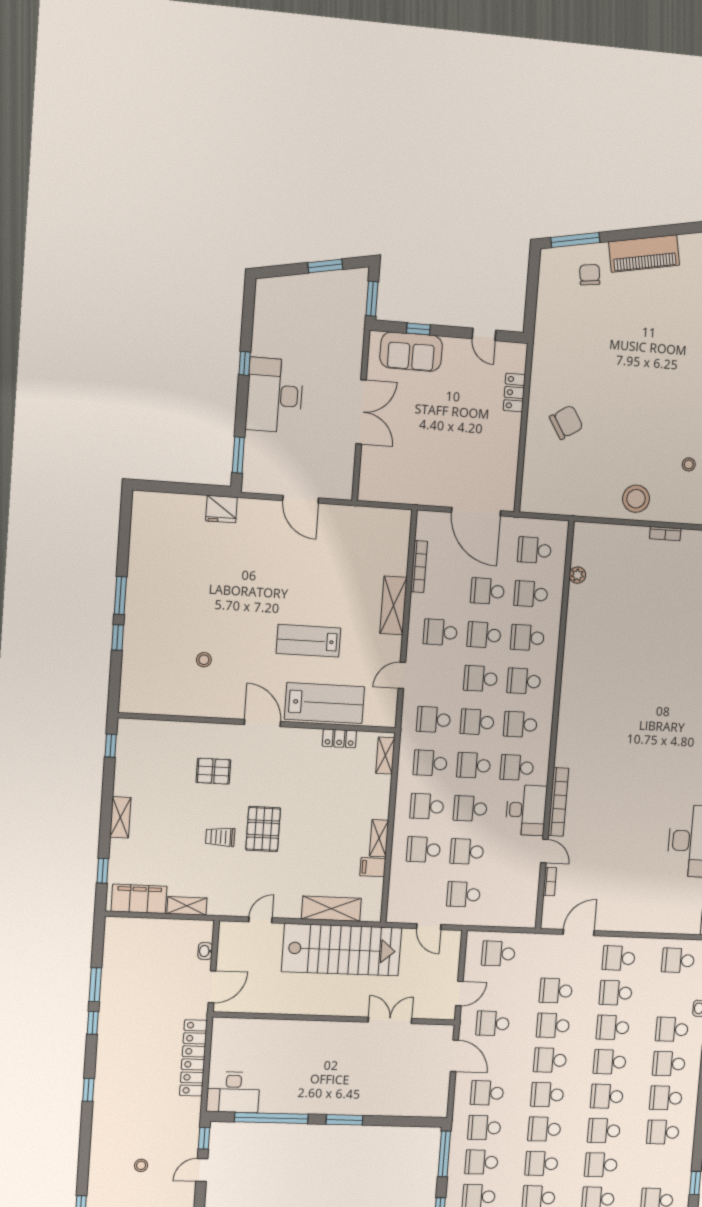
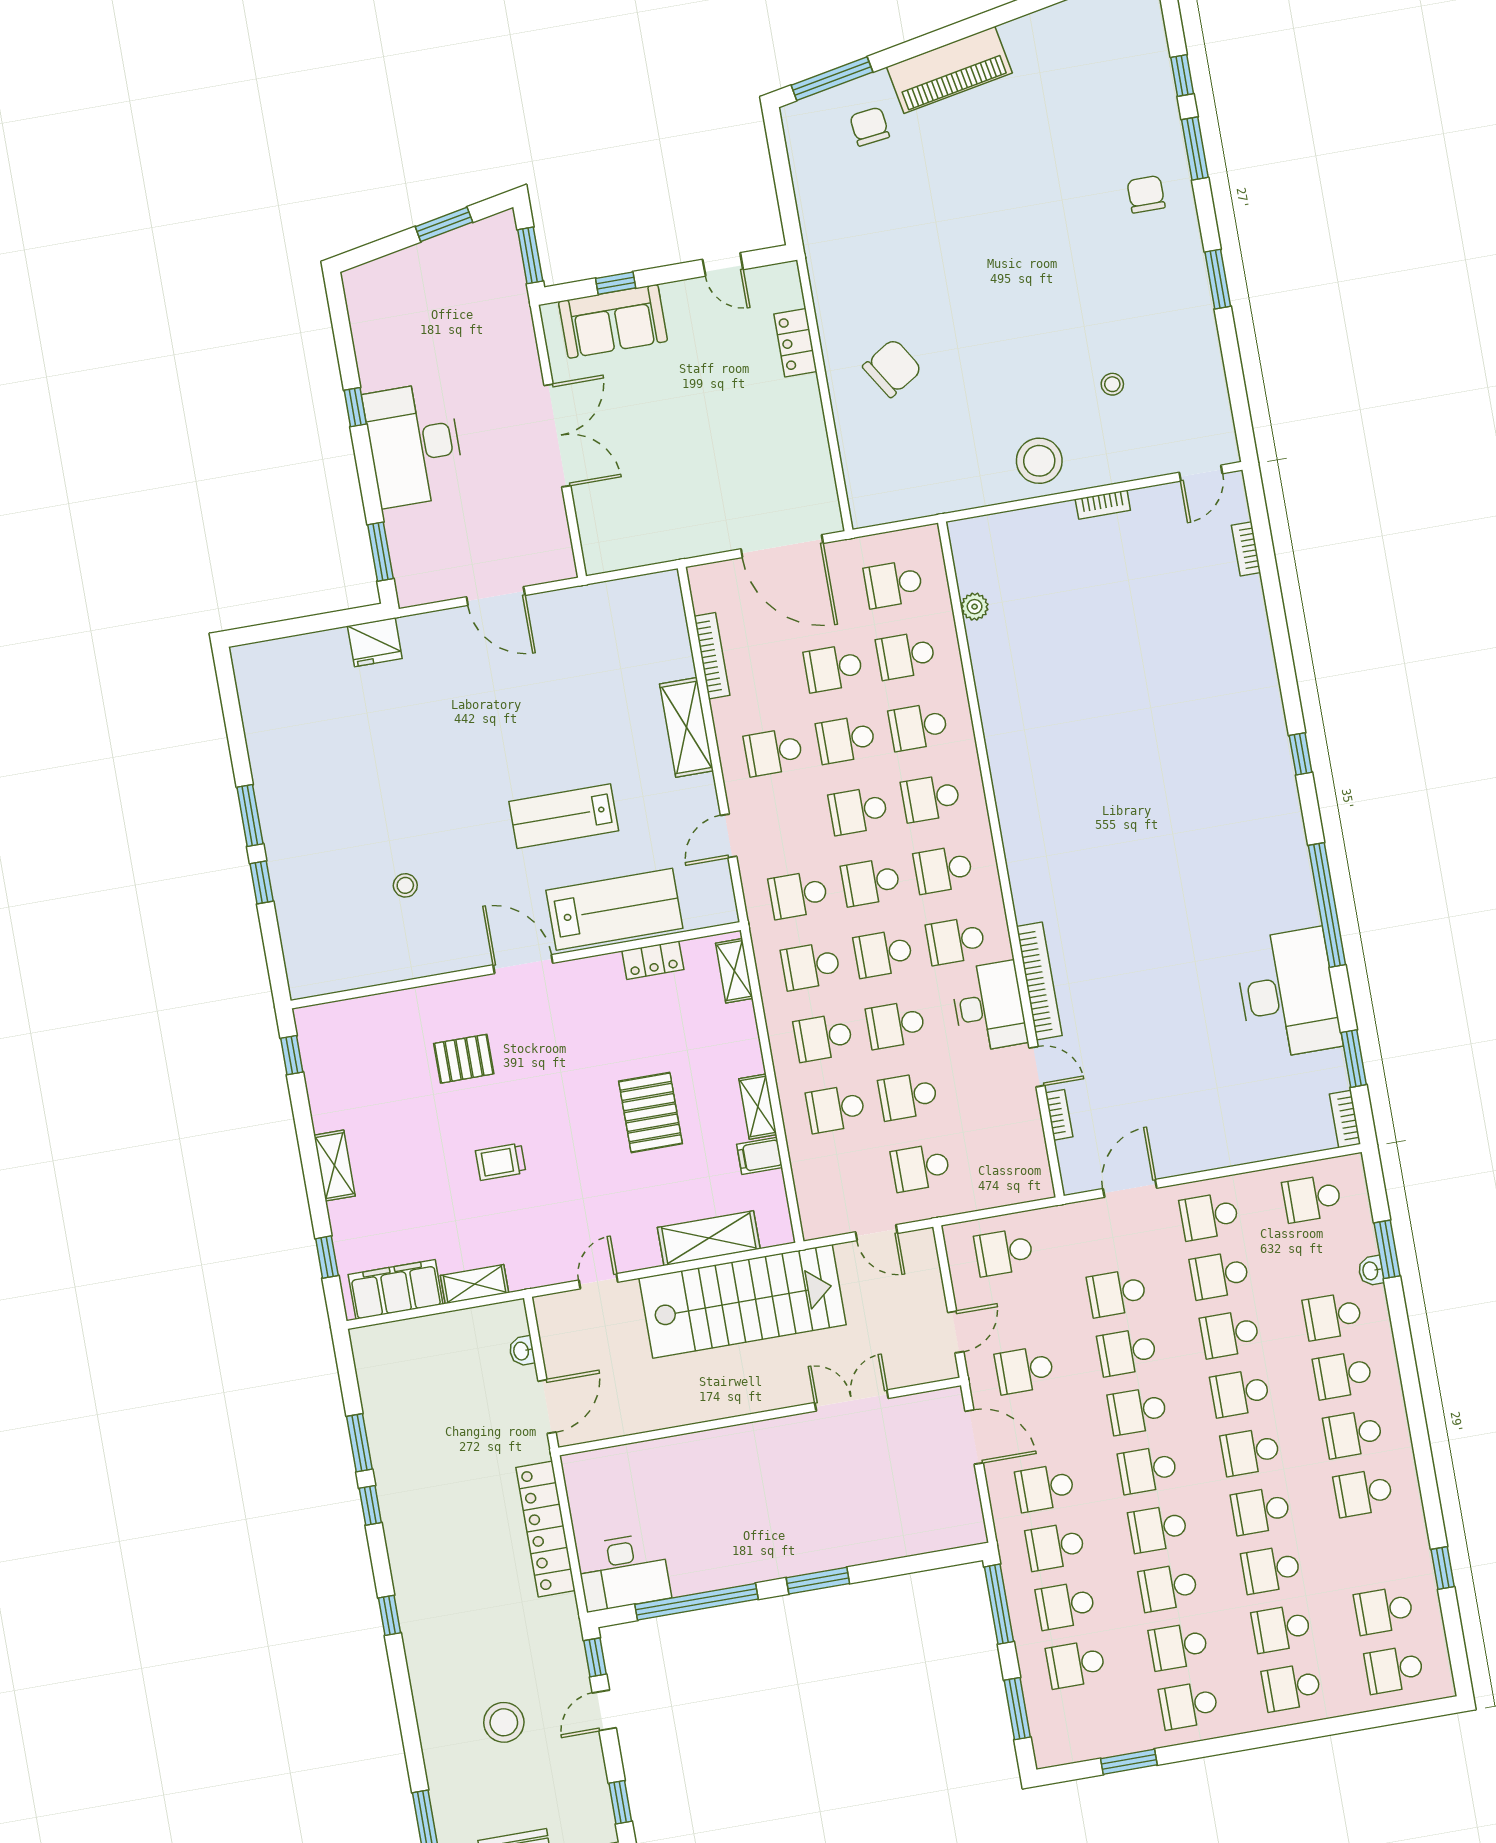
pallet: (263, 829) -> (650, 1112), moved
stool: (141, 1165) -> (504, 1722), width x1.89, depth x1.89

